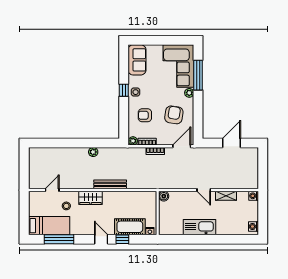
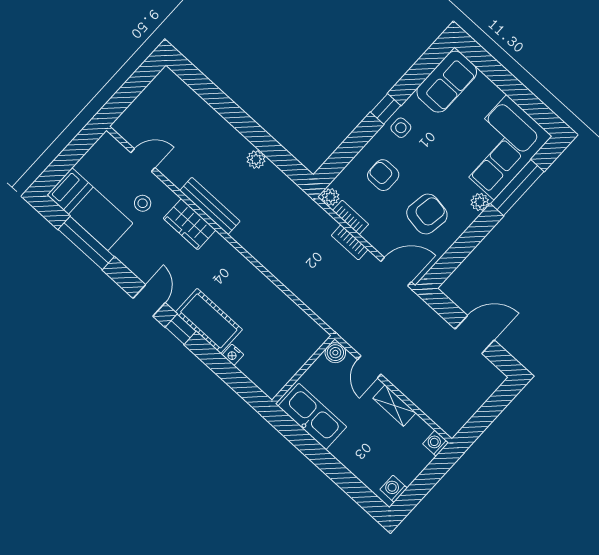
bench: (110, 184) -> (210, 206), moved
boiler: (164, 196) -> (335, 353), moved
wall: (158, 213) -> (303, 369), moved

